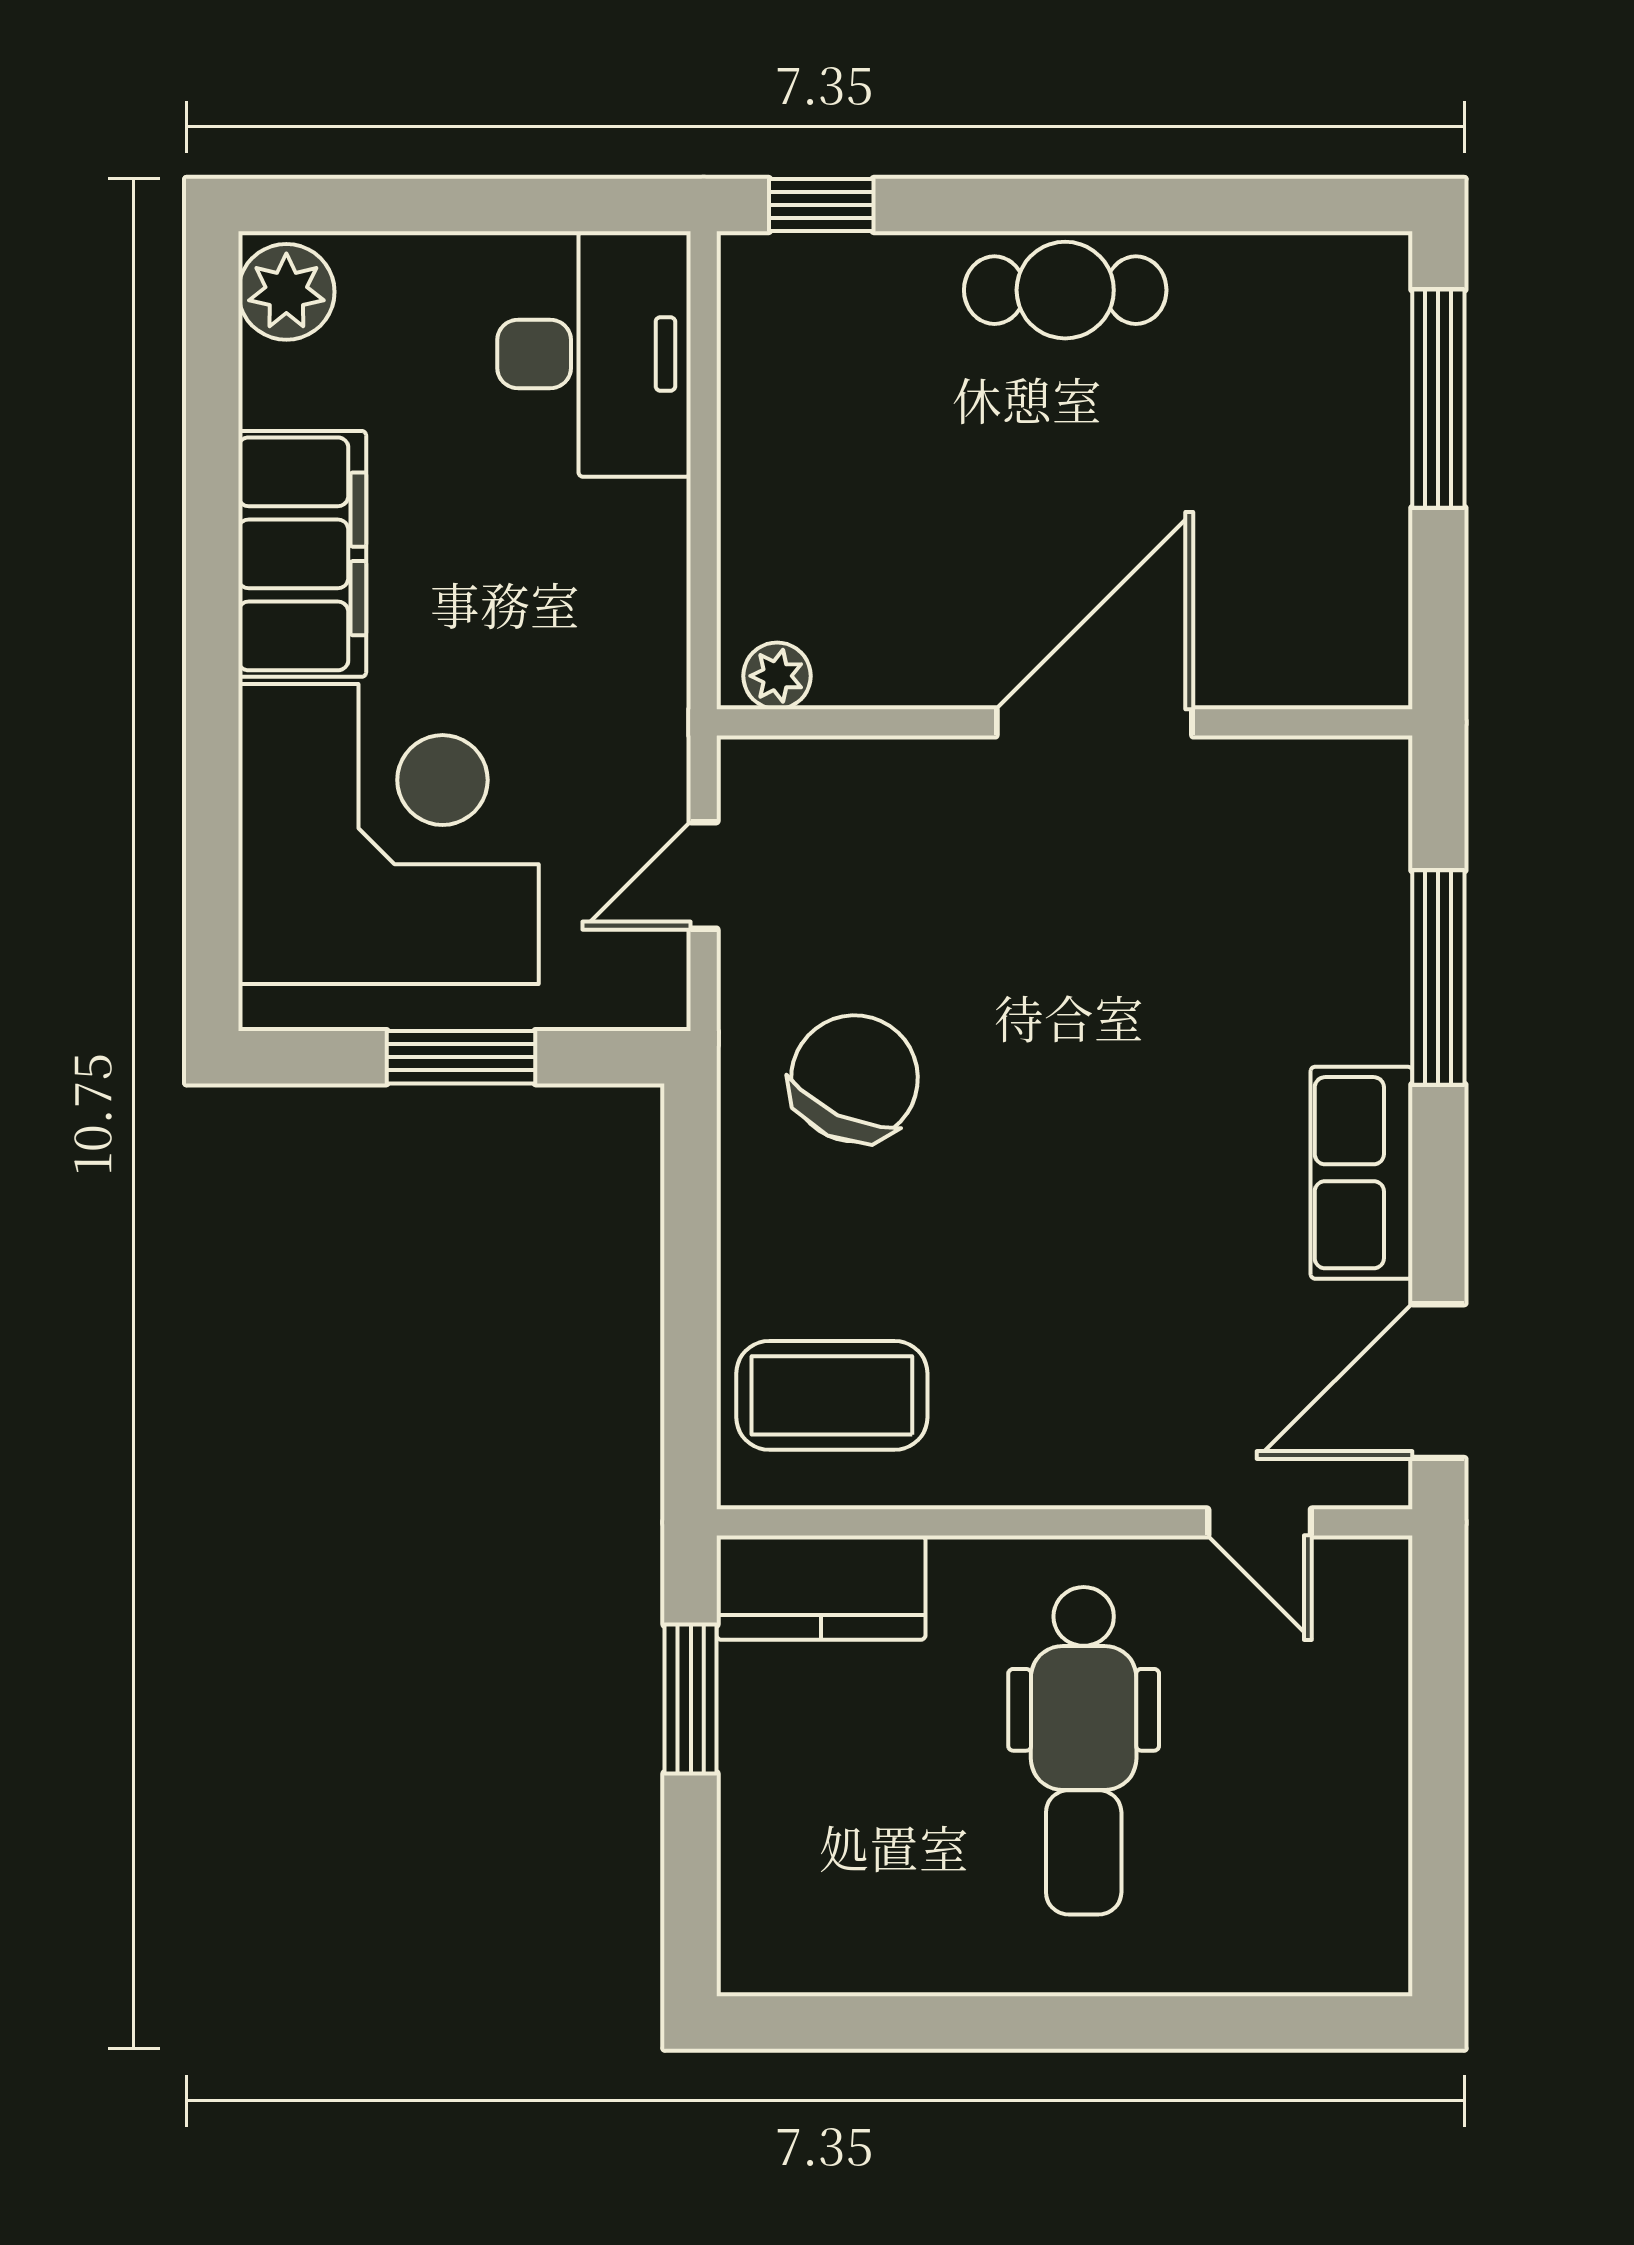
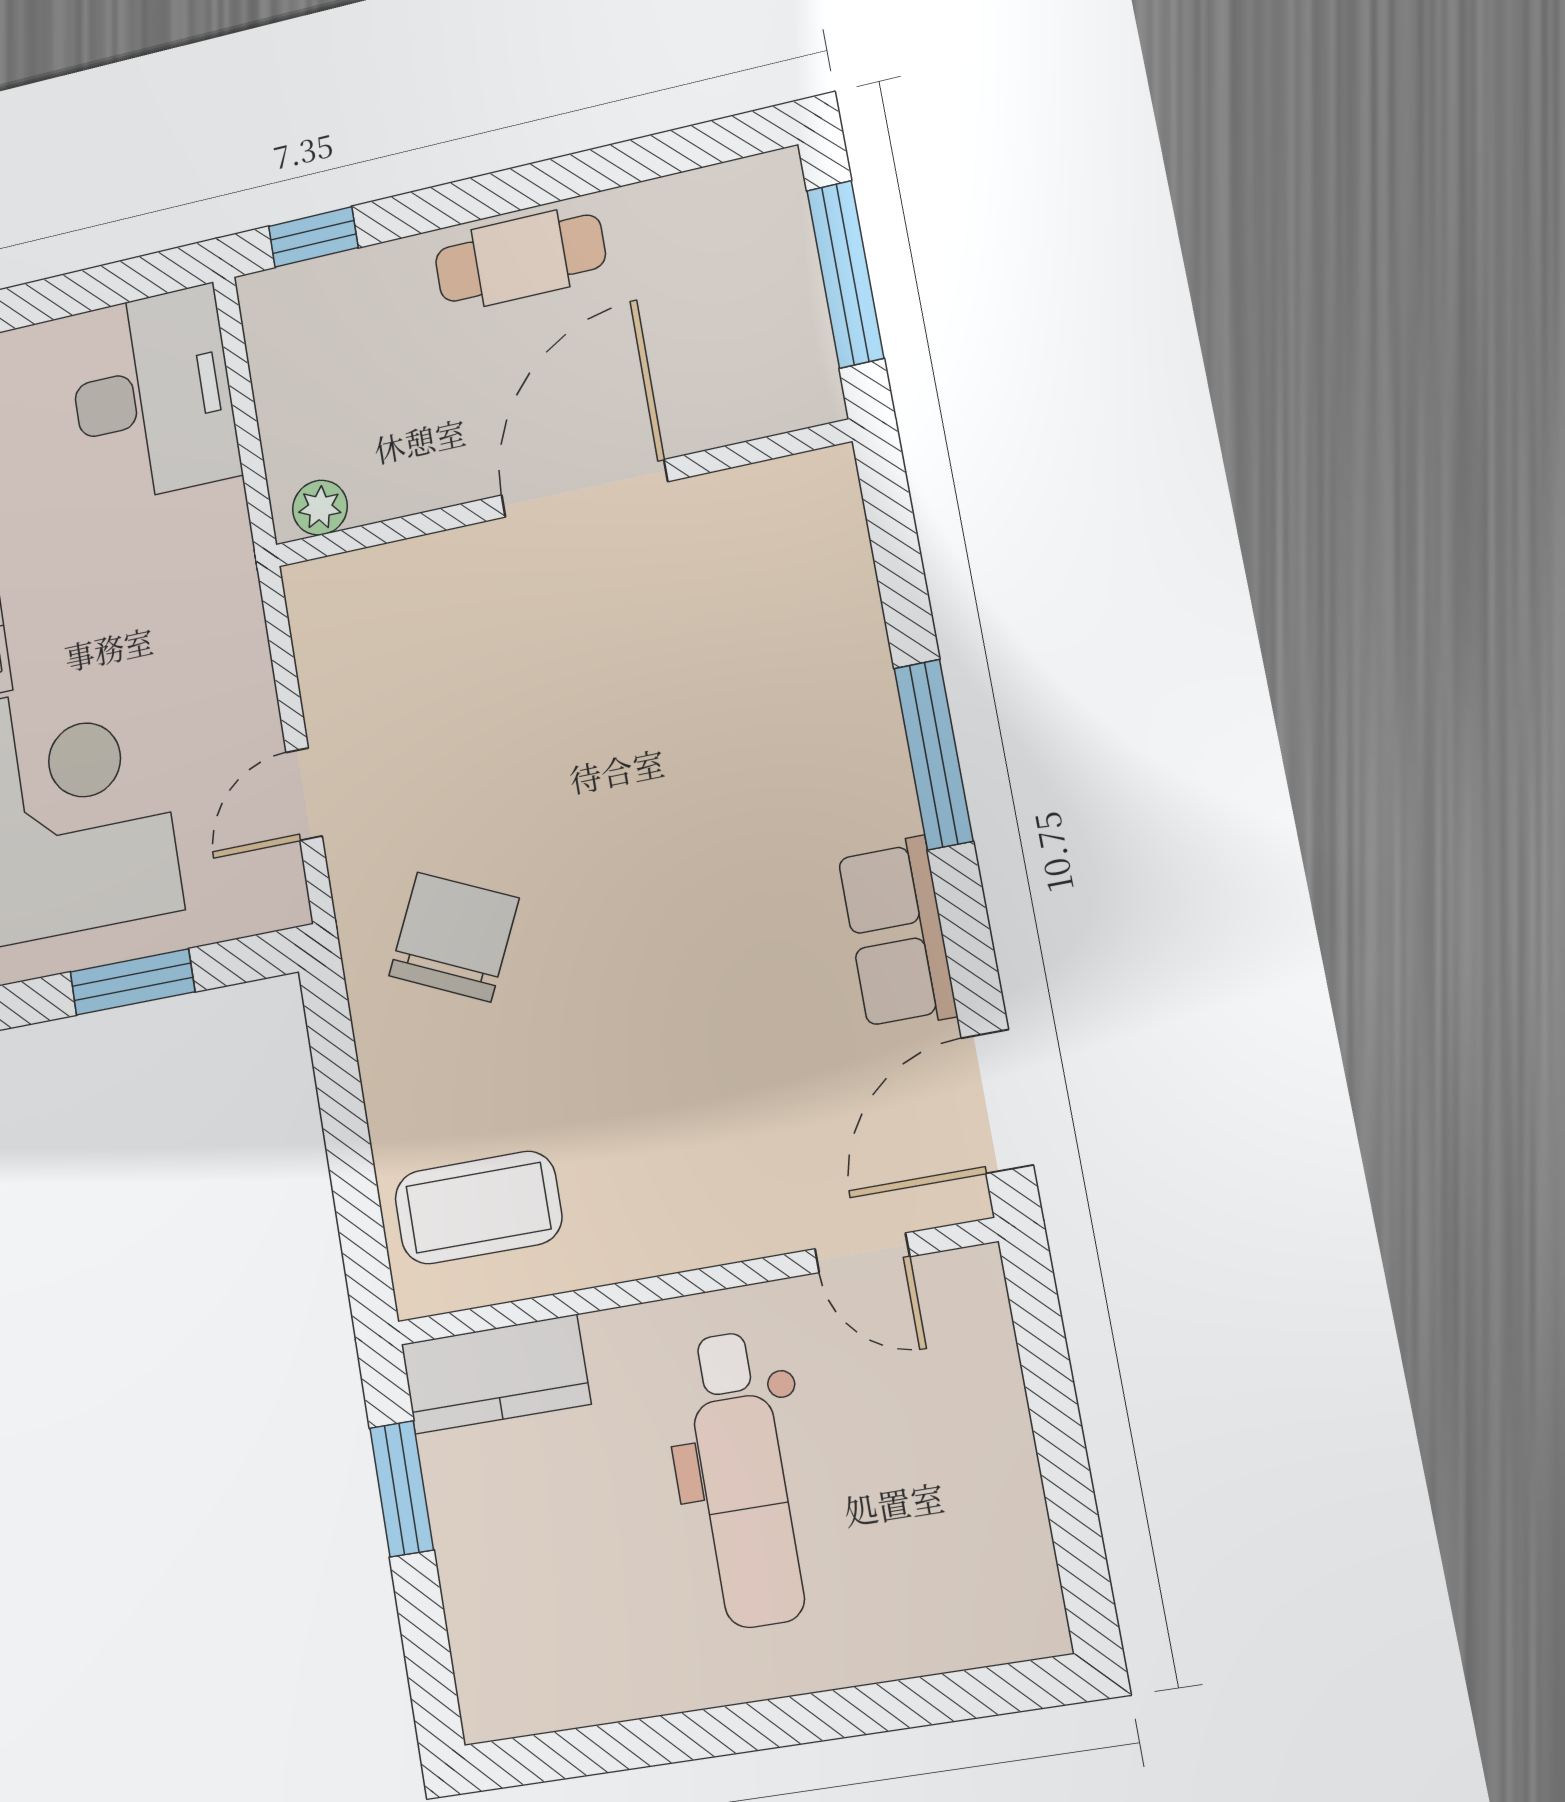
plant: (777, 676) -> (320, 508), moved
wall: (1064, 722) -> (560, 494), moved
door: (1094, 722) -> (584, 488), moved

